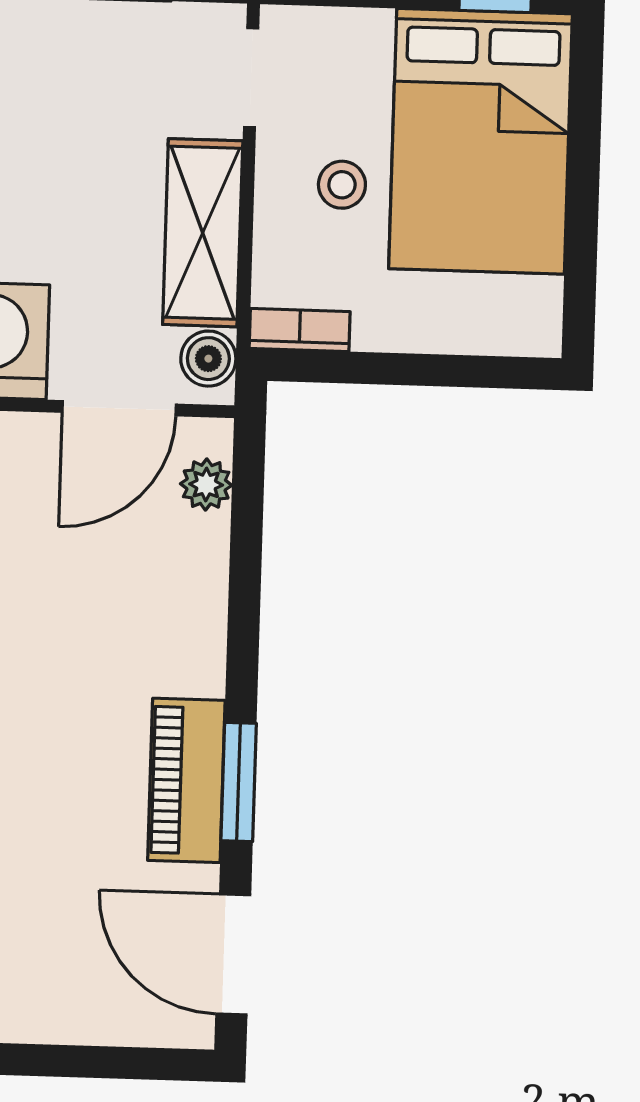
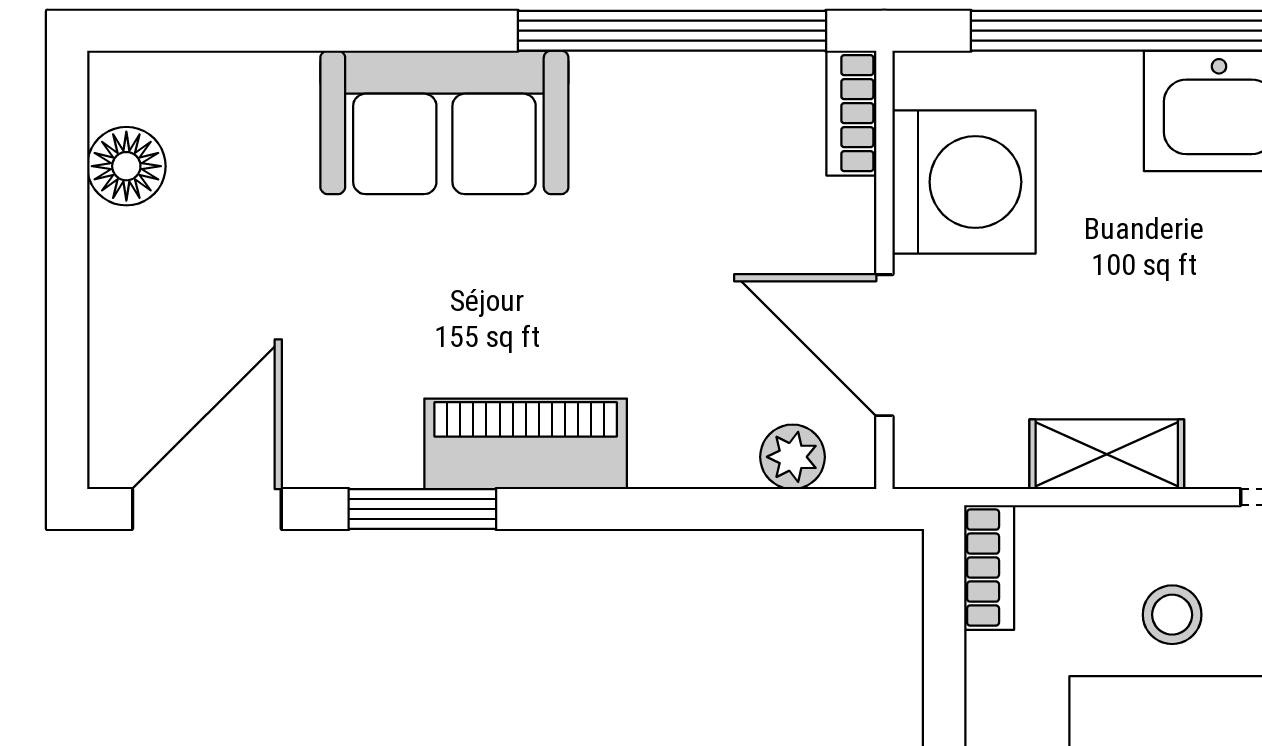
shelving: (203, 233) -> (1107, 454), width x0.67, depth x0.75
boiler: (208, 359) -> (950, 455), removed
piano: (186, 780) -> (526, 444), moved

